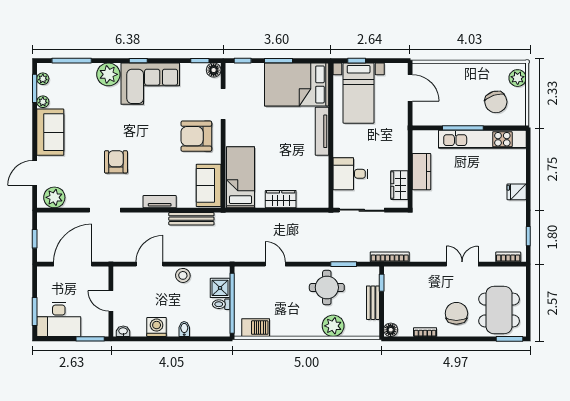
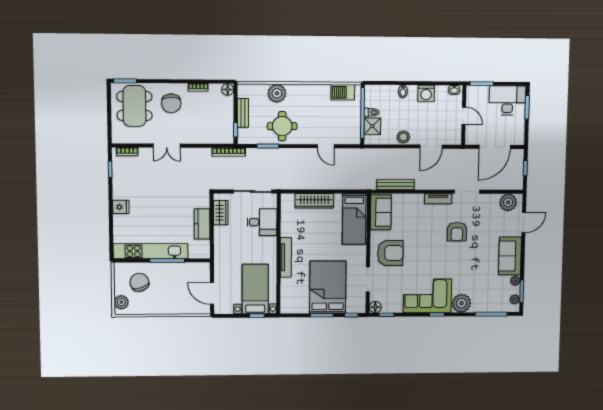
bed: (297, 84) -> (328, 287), moved, turned -90
wardrobe: (281, 199) -> (314, 201), width x1.50
tv unit: (160, 202) -> (438, 199), moved

